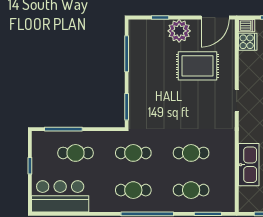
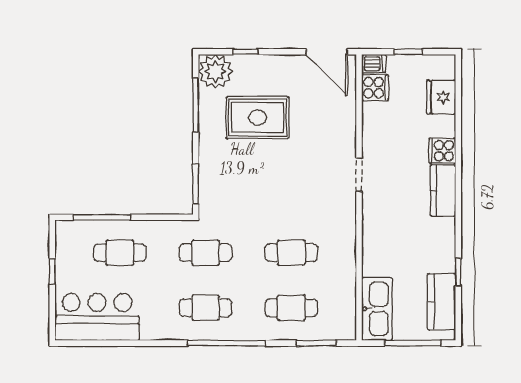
door: (215, 18) -> (327, 52), hinge flipped
plant: (179, 31) -> (215, 71), moved
rug: (198, 66) -> (258, 118), moved
kitchen sink: (249, 165) -> (377, 309), moved

